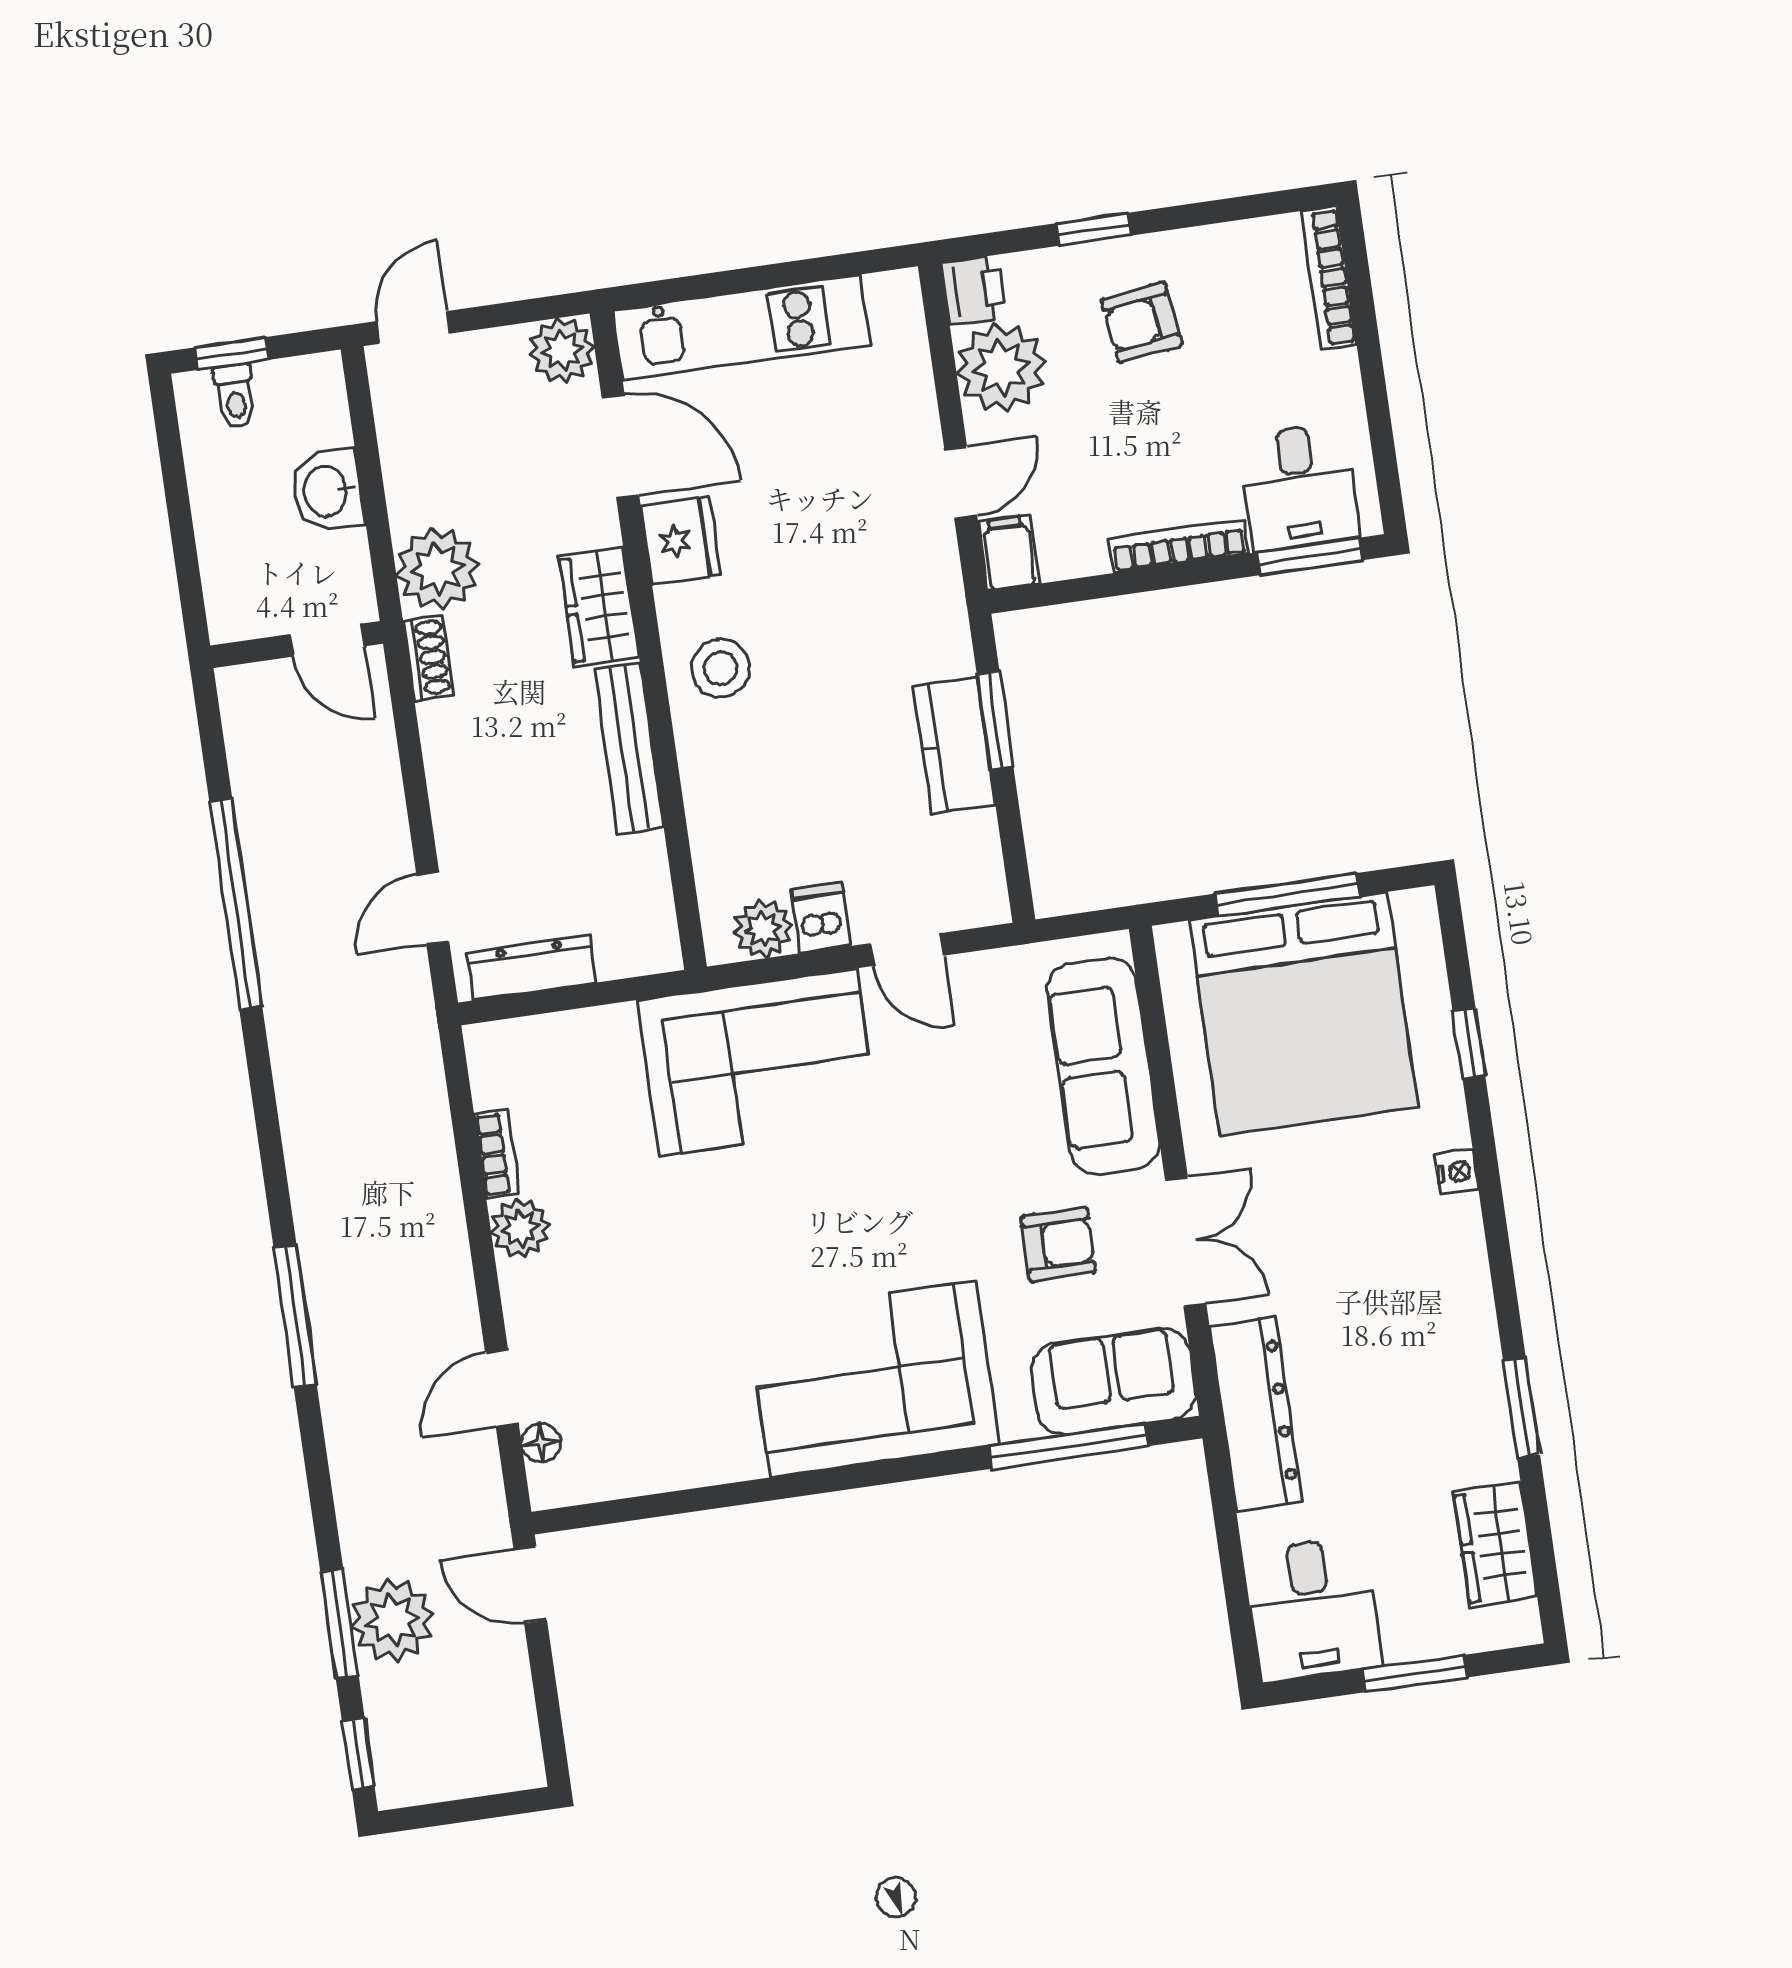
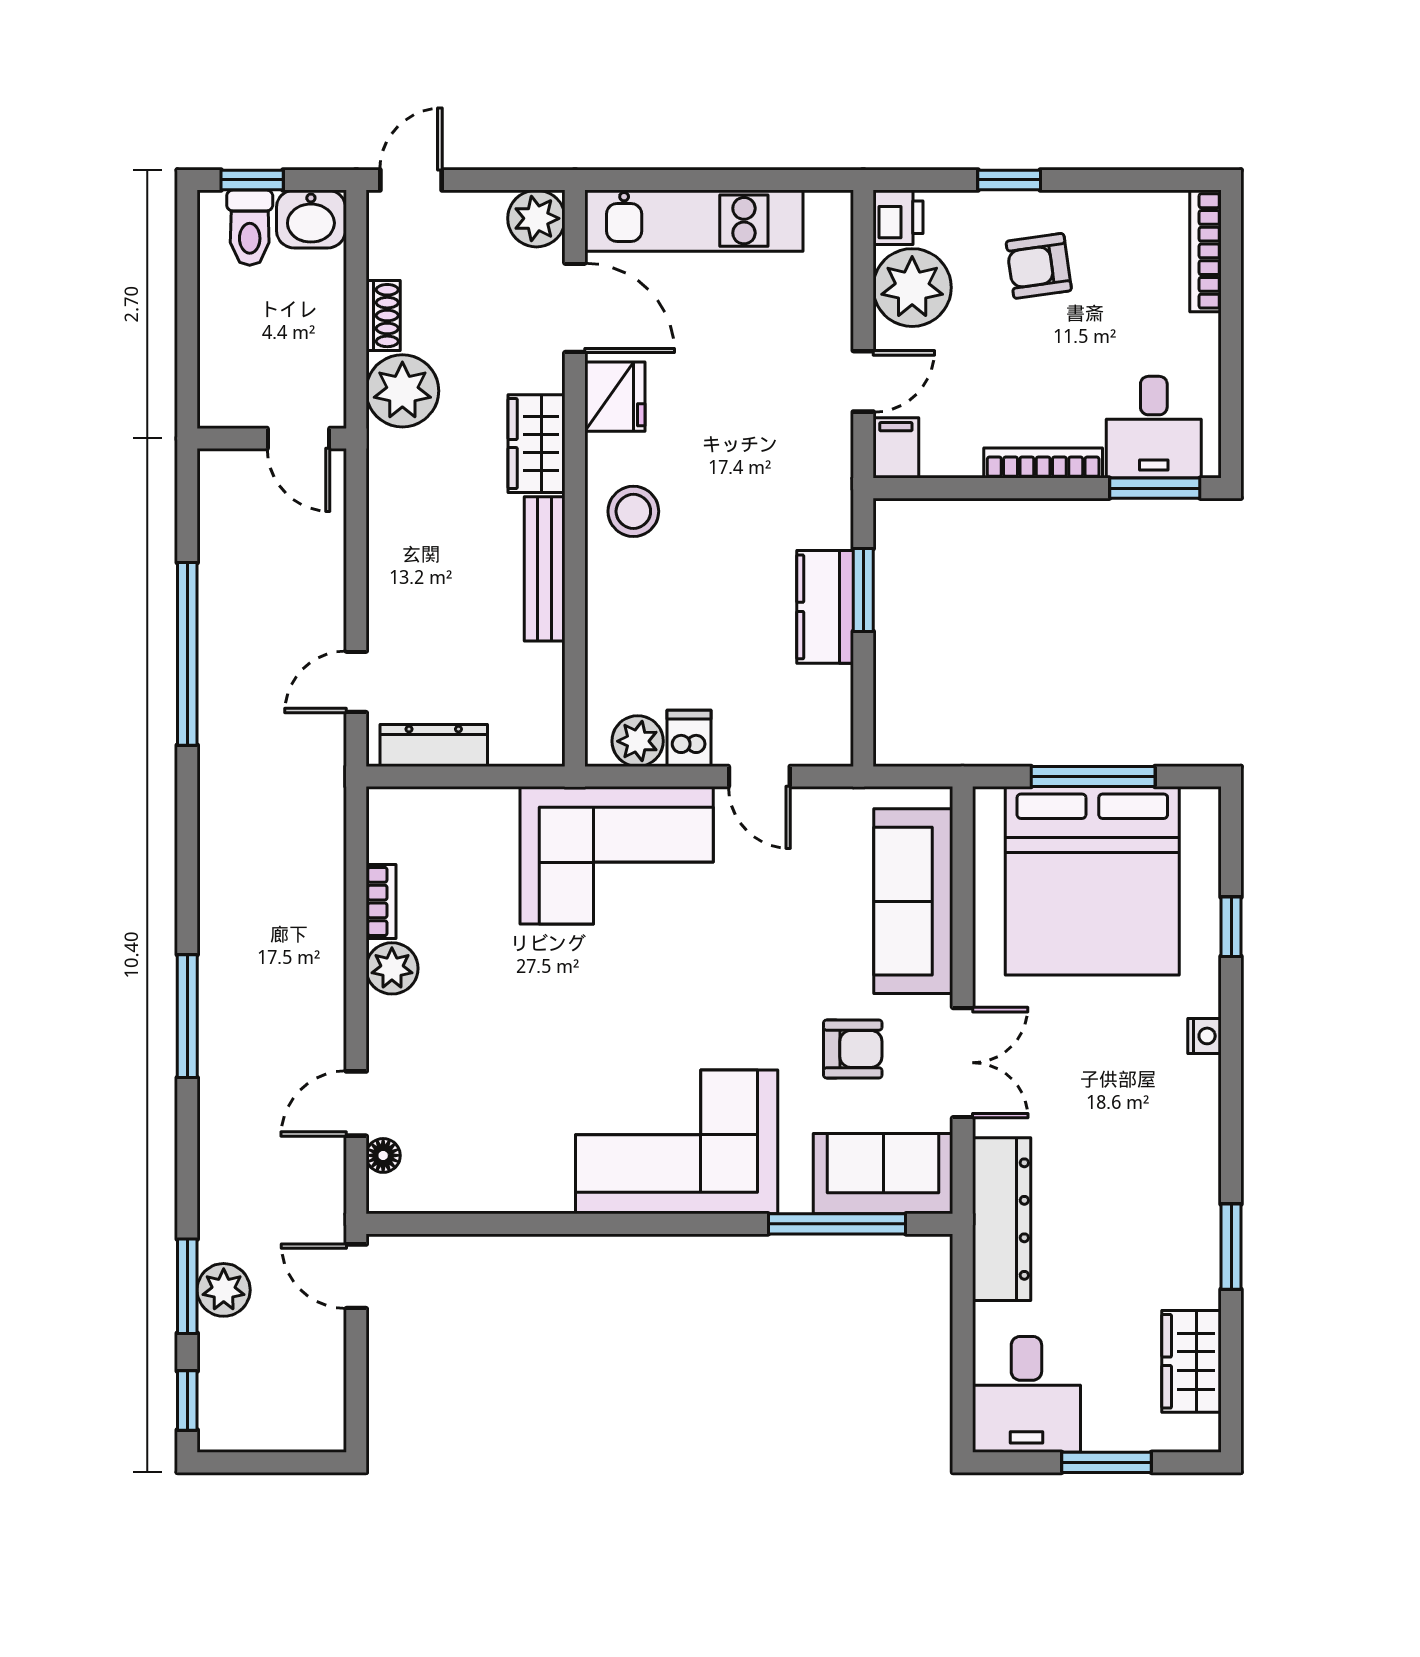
toilet: (235, 396) -> (250, 228), width x1.37, depth x1.39
washbasin: (327, 491) -> (311, 219), moved, turned -90
shoe rack: (428, 658) -> (383, 316), moved
plant: (392, 1620) -> (224, 1290), width x0.73, depth x0.73

